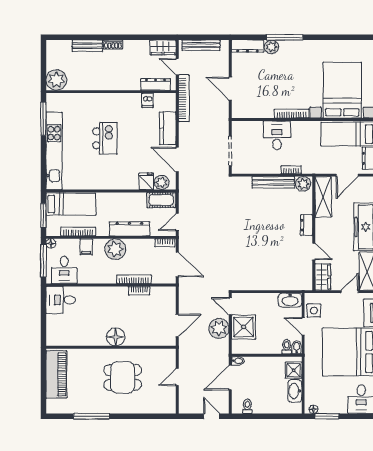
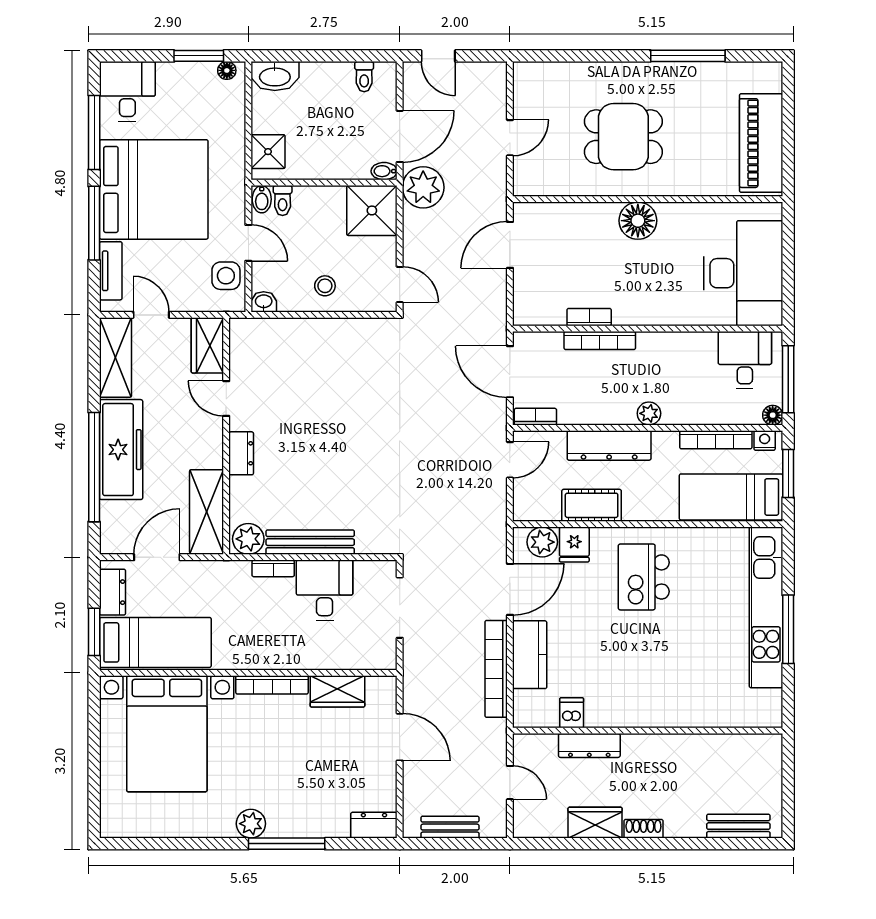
bench: (201, 45) -> (450, 827), width x0.73
bench: (87, 46) -> (738, 826), moved
dresser: (247, 46) -> (374, 825), width x0.70
wardrobe: (163, 47) -> (595, 823), moved
plant: (271, 47) -> (251, 824), moved
plant: (56, 80) -> (761, 755), removed
dresser: (156, 85) -> (589, 745), moved
bookcase: (184, 98) -> (496, 669), moved
wardrobe: (260, 111) -> (337, 691), added
window: (43, 119) -> (788, 629), moved
desk: (277, 135) -> (325, 590), moved, turned 180
kitchen island: (105, 138) -> (644, 577), moved
door: (177, 160) -> (510, 589), hinge flipped
cot: (161, 200) -> (592, 505), moved
nightstand: (55, 231) -> (765, 440), added
filing cabinet: (86, 247) -> (699, 408), removed
plant: (115, 249) -> (649, 413), width x0.53, depth x0.53
door: (350, 292) -> (151, 315), swing flipped
desk: (61, 300) -> (743, 273), width x1.87, depth x1.30
washbasin: (290, 300) -> (264, 302), width x0.52, depth x0.69
stool: (266, 306) -> (325, 286), added
shower: (244, 327) -> (372, 210), moved
plant: (219, 328) -> (423, 187), moved
washbasin: (295, 391) -> (275, 76), moved, turned 90

